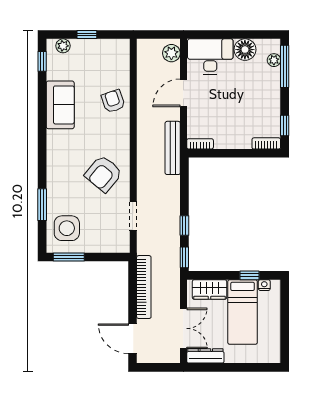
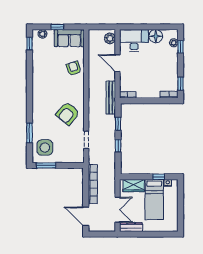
window: (285, 66) -> (180, 47), width x0.46
door: (183, 93) -> (117, 63), hinge flipped
sofa: (60, 105) -> (69, 38), moved, turned 90
window: (184, 257) -> (118, 124), moved

